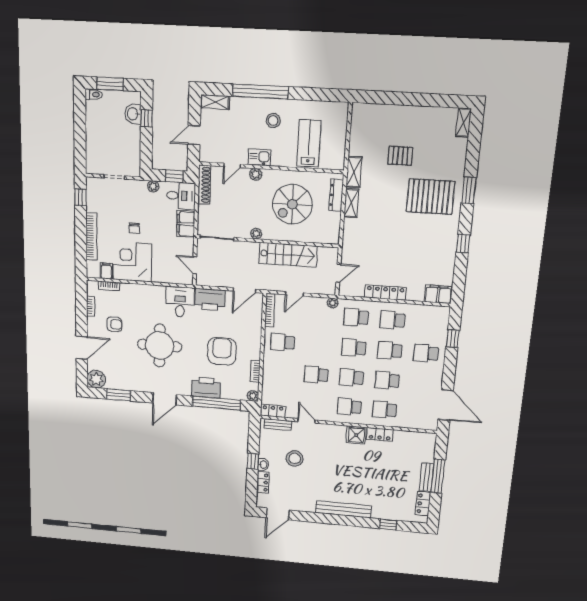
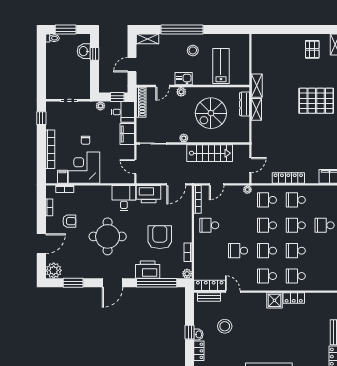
pallet: (400, 156) -> (312, 49), moved, turned 90
locker: (273, 411) -> (210, 285), width x1.53

